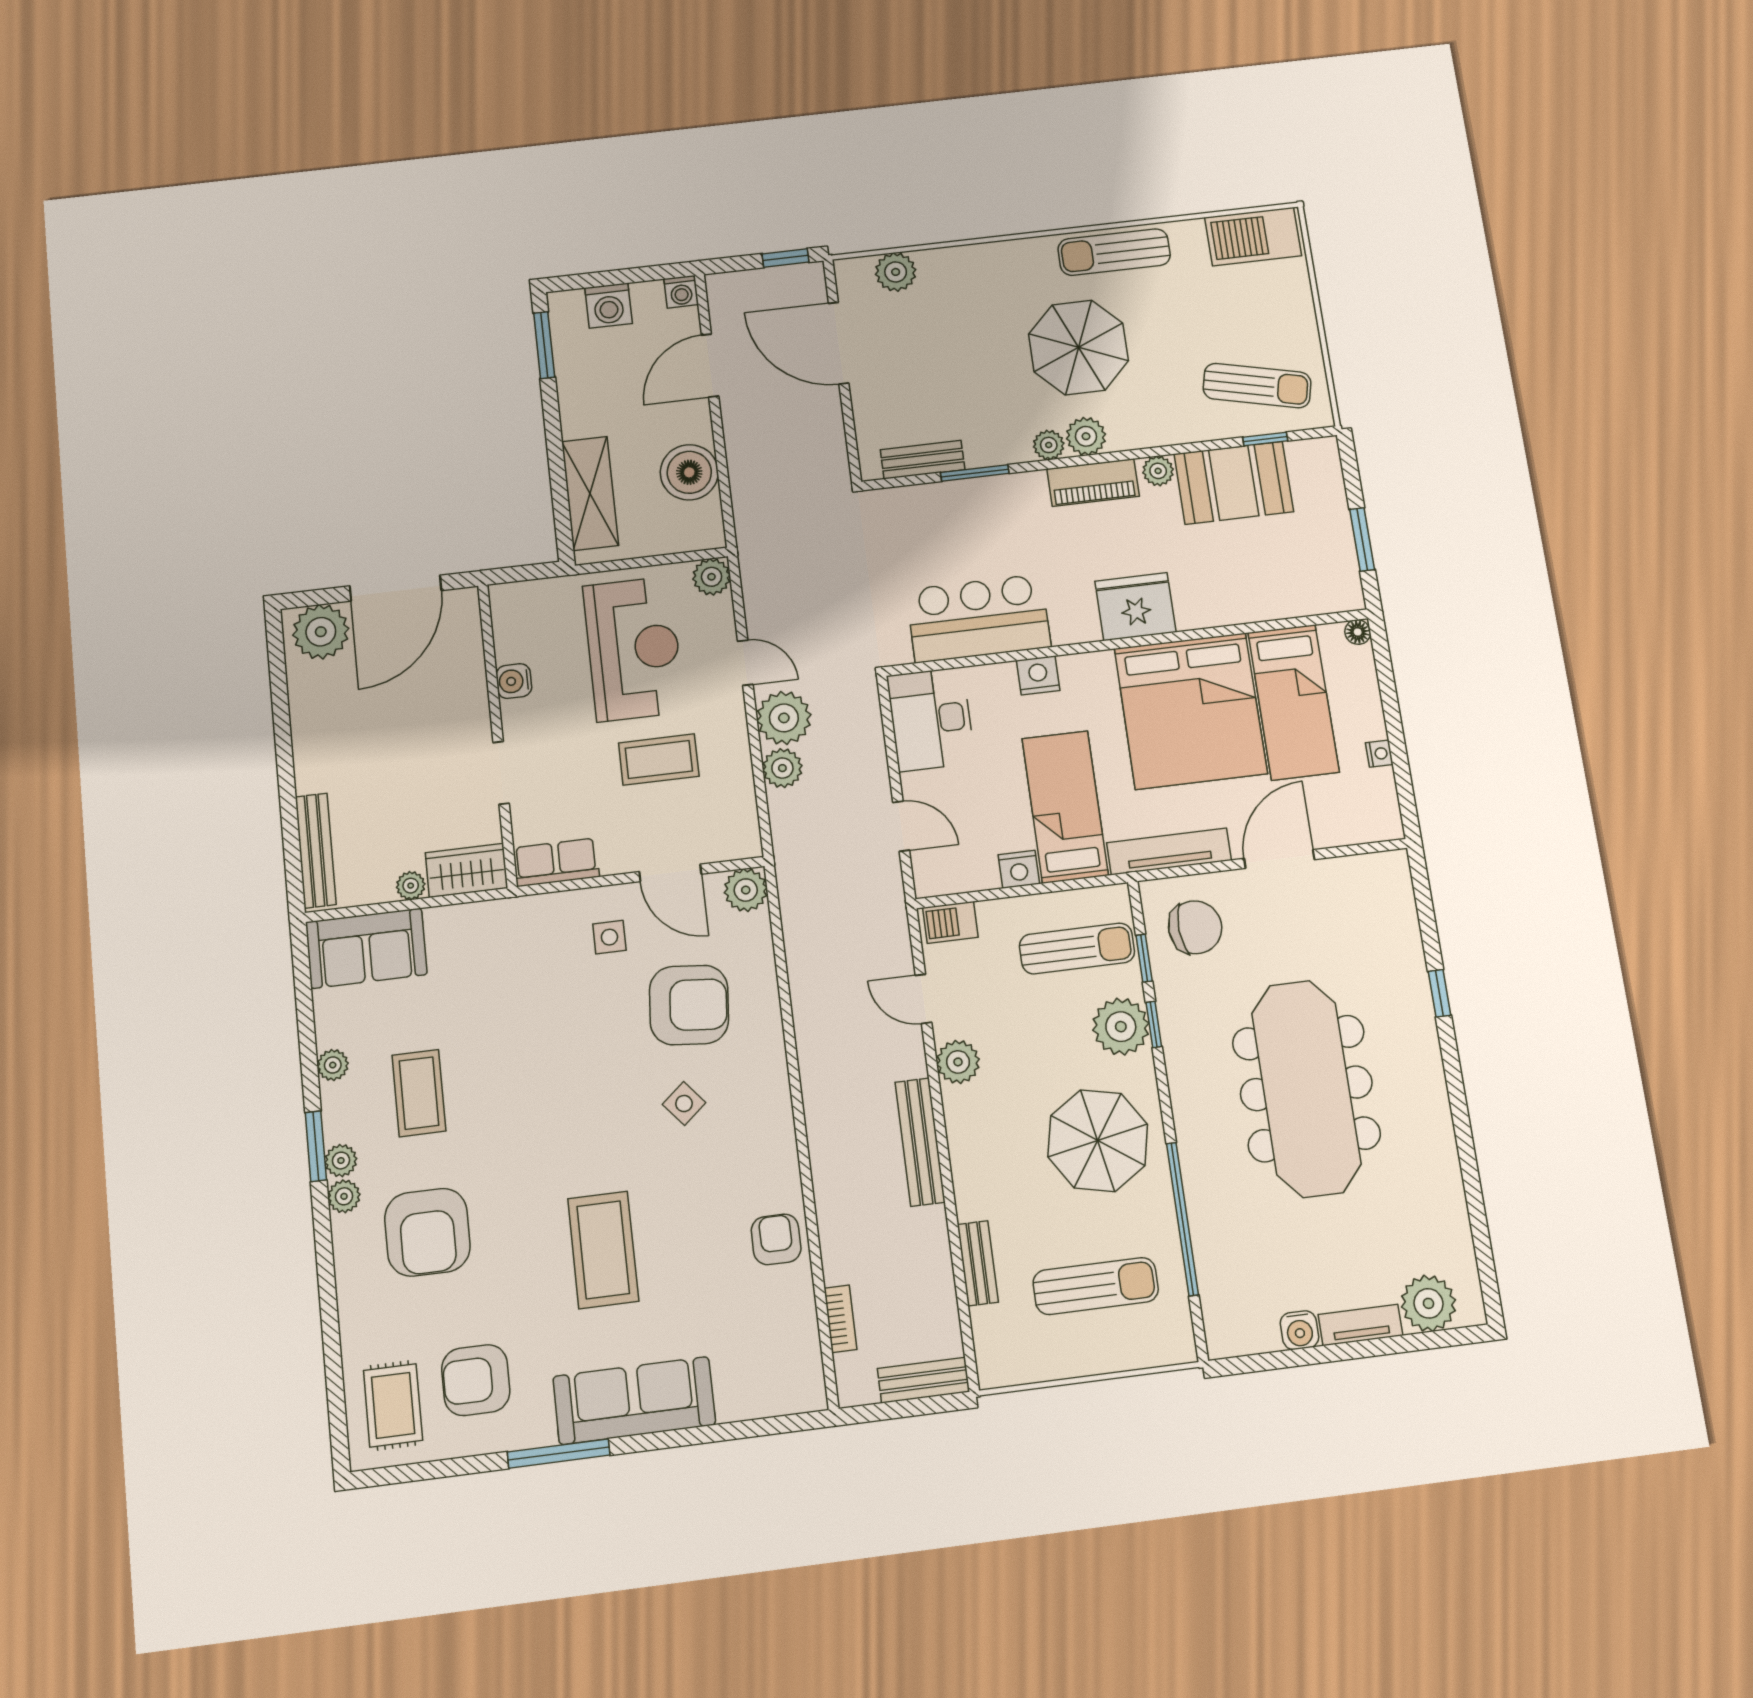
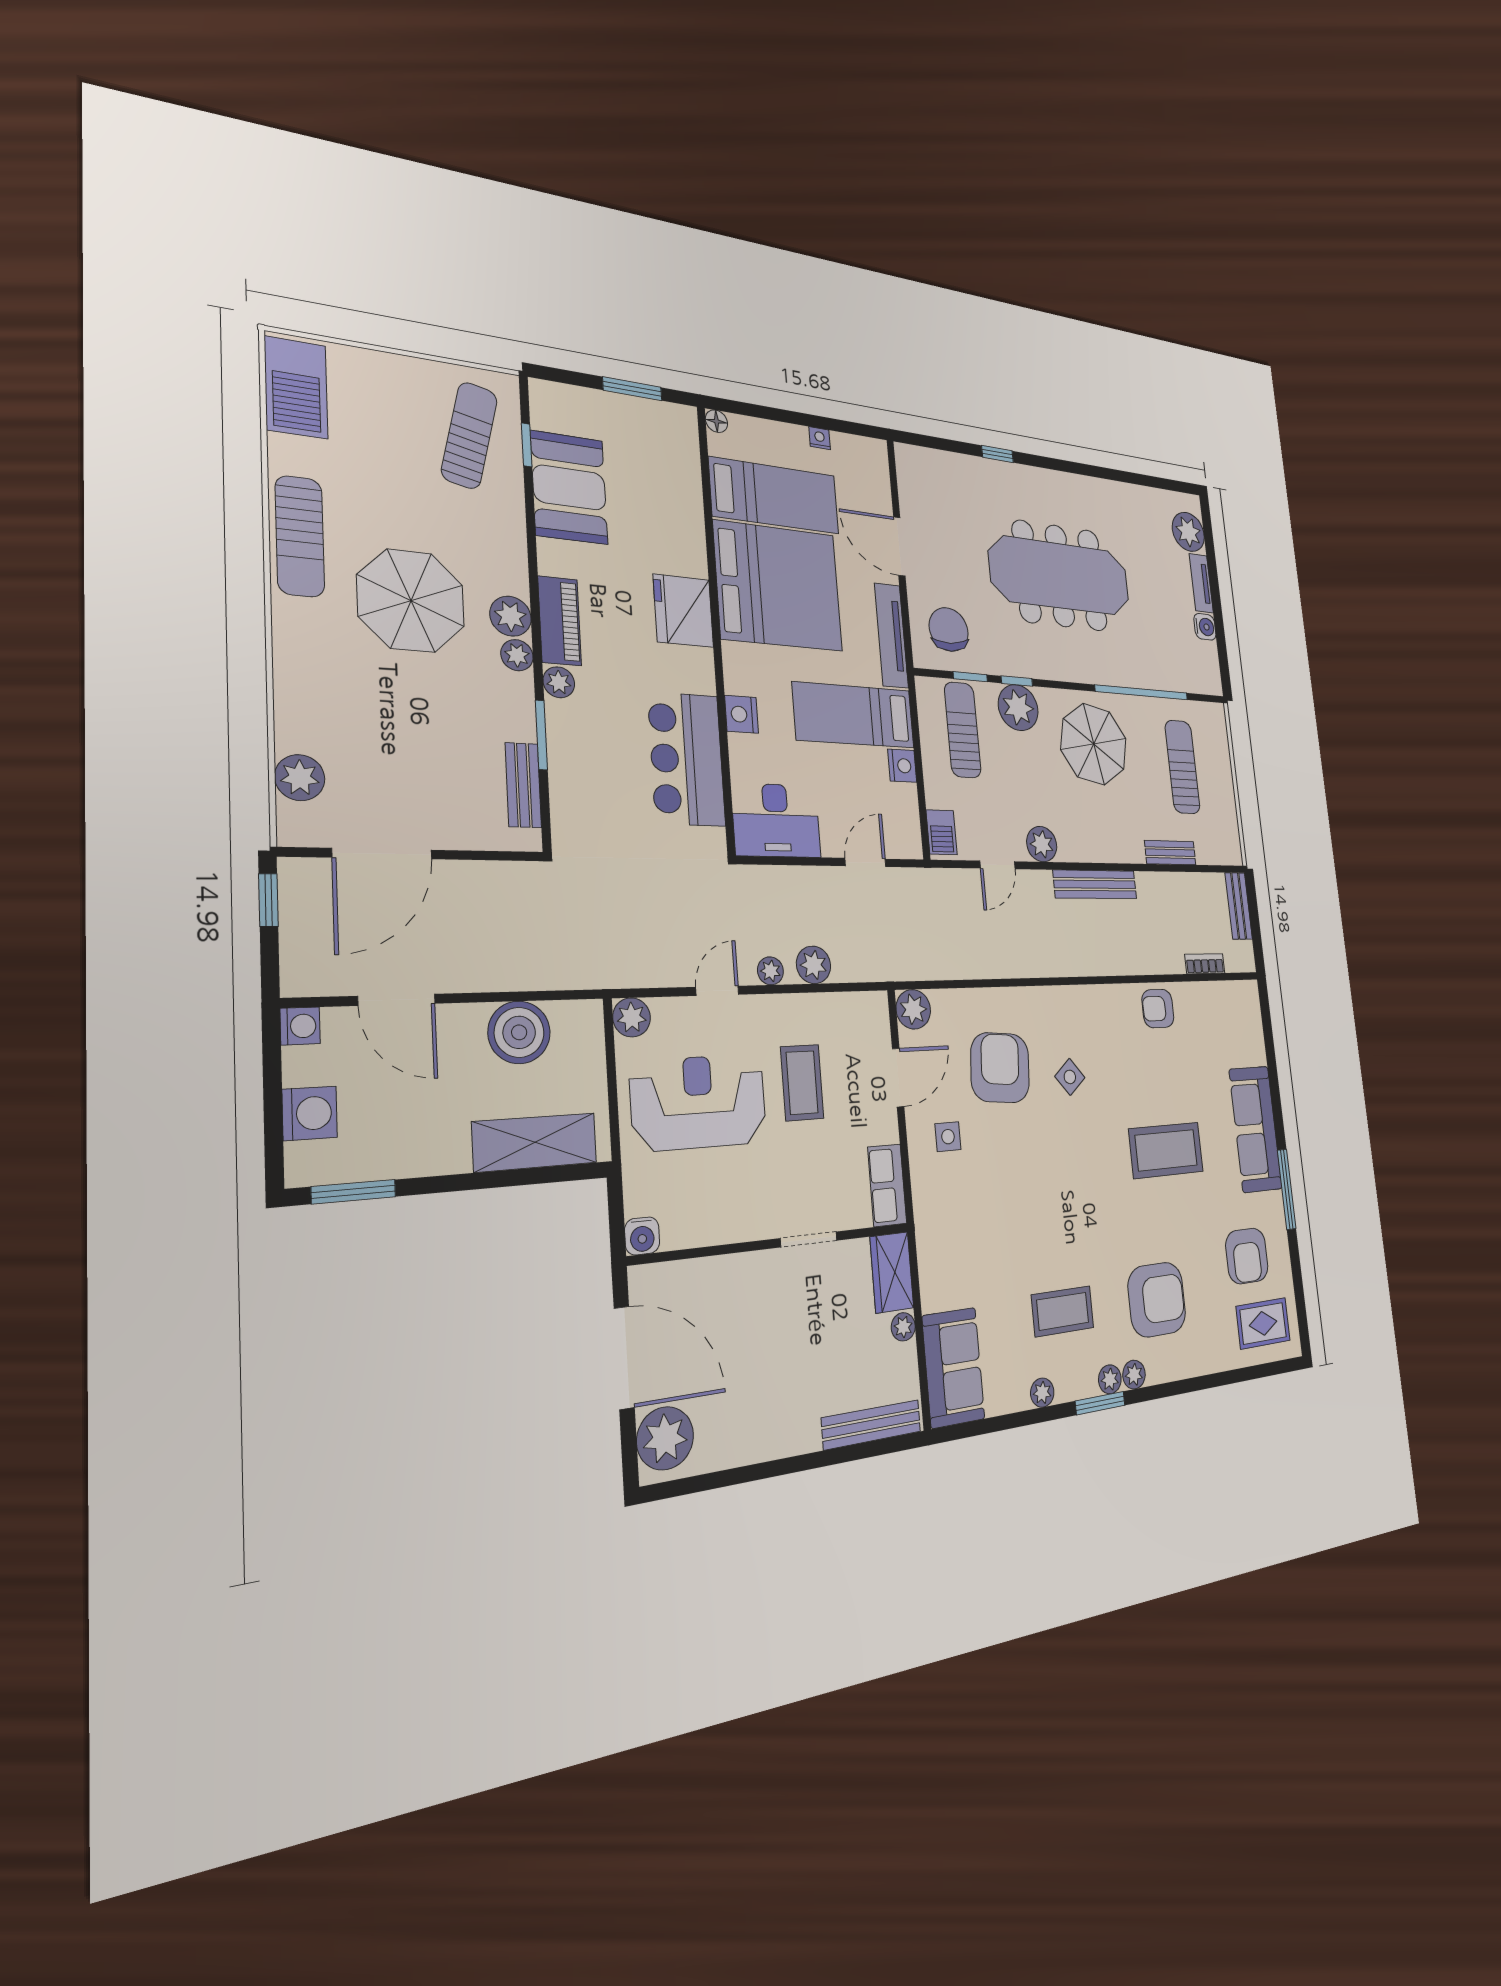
plant: (1158, 471) -> (559, 682), moved
water cooler: (514, 681) -> (642, 1236), moved
plant: (784, 718) -> (770, 971), width x0.53, depth x0.53

